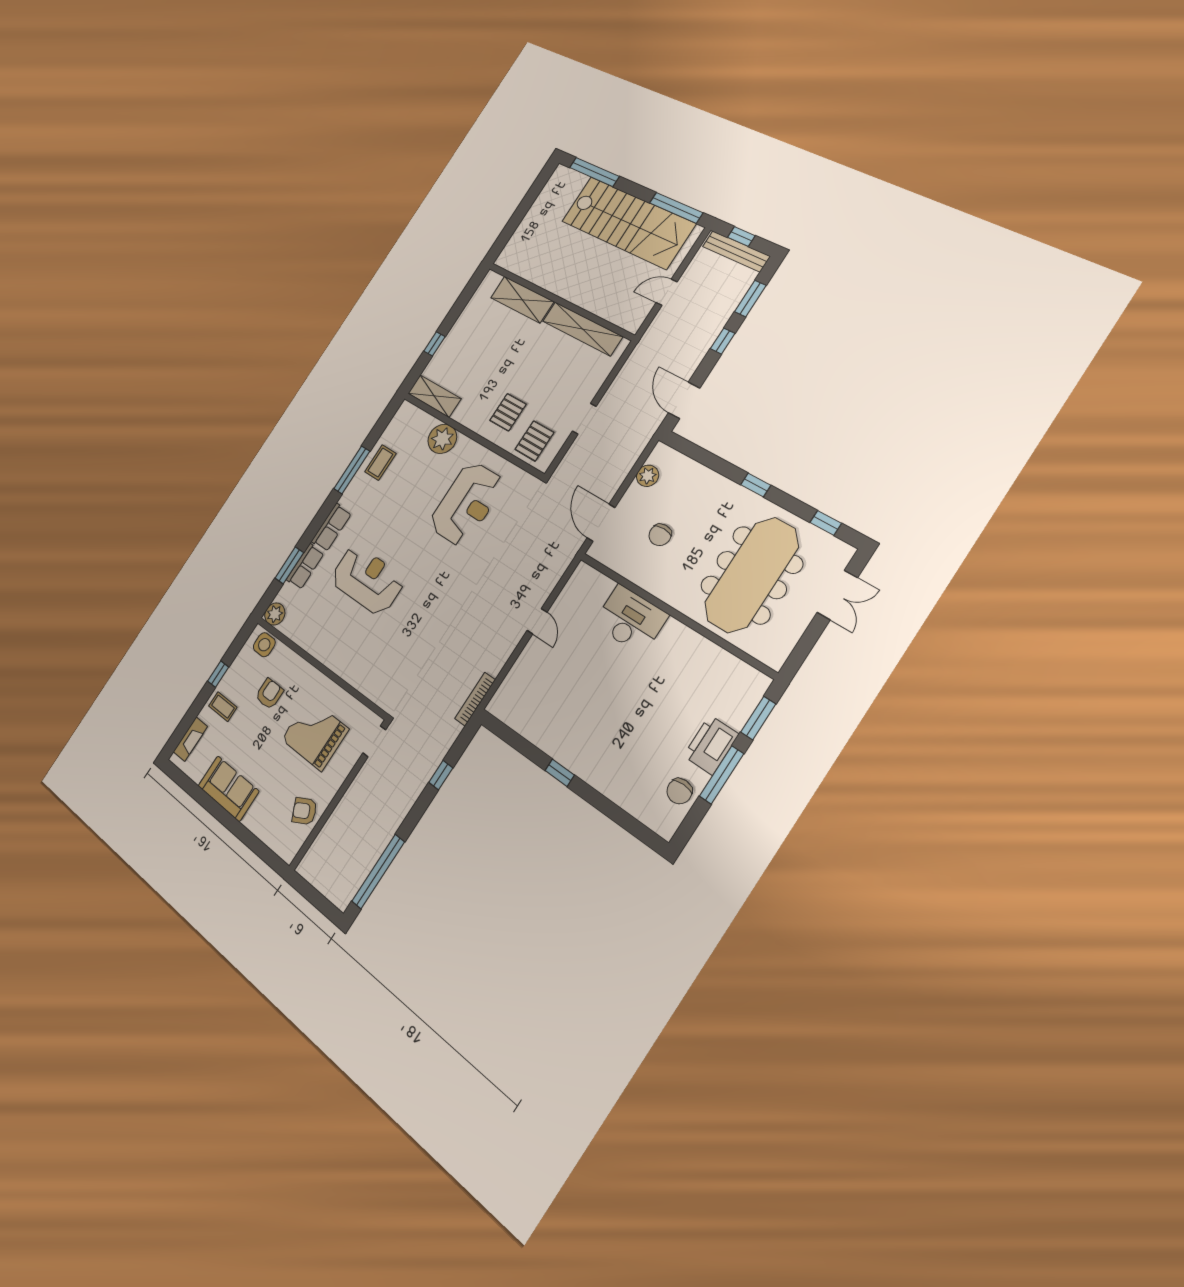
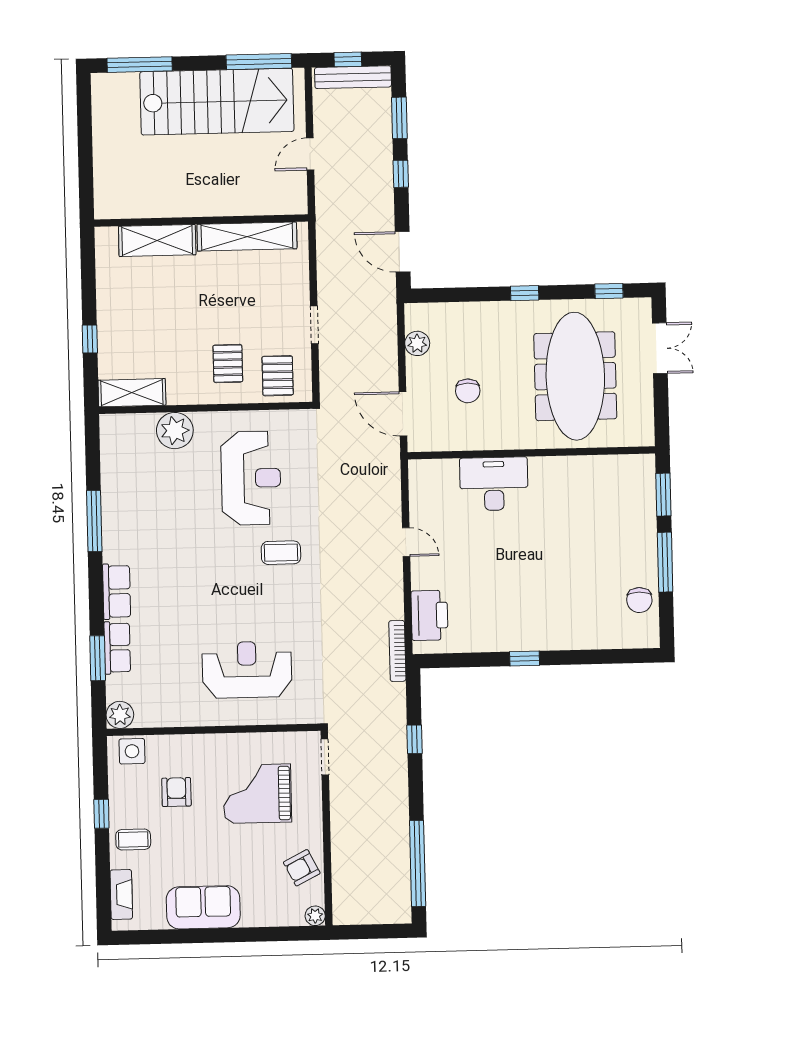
coffee table: (380, 463) -> (281, 553), moved, turned 90
reception desk: (367, 580) -> (247, 670), moved
printer: (711, 745) -> (429, 615), moved, turned 180
plant: (288, 854) -> (315, 916), added

